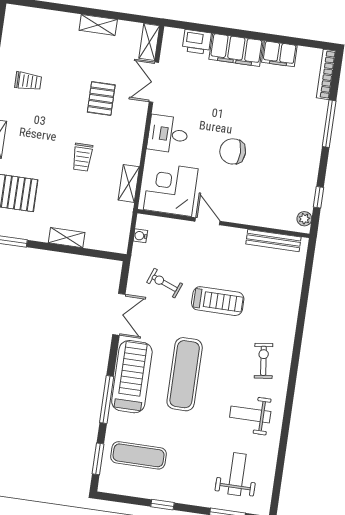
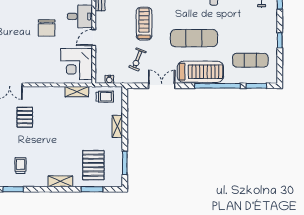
pallet: (101, 98) -> (25, 117), turned 90
desk: (168, 134) -> (80, 16), moved, turned -90
trolley: (82, 157) -> (105, 97), moved
treadmill: (132, 377) -> (200, 72), turned 180
window: (107, 399) -> (217, 86), width x1.46
exercise mat: (139, 455) -> (250, 60), turned 90

